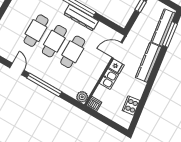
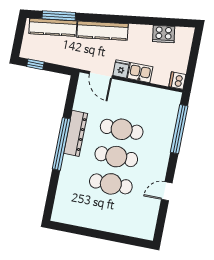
window: (44, 85) -> (179, 129), moved
plant: (82, 97) -> (174, 98), removed

